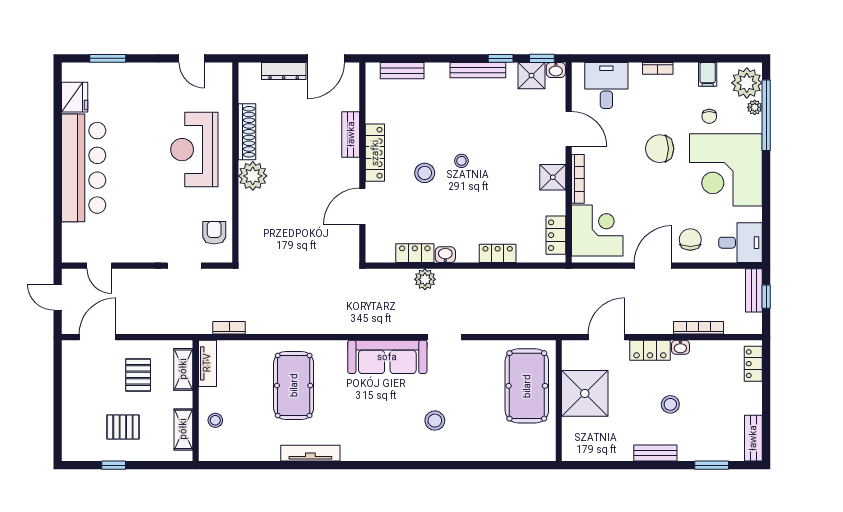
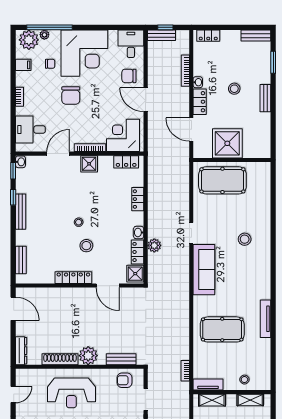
dresser: (284, 71) -> (21, 351), moved
shower: (532, 76) -> (135, 274), moved
bench: (351, 134) -> (121, 359), moved

